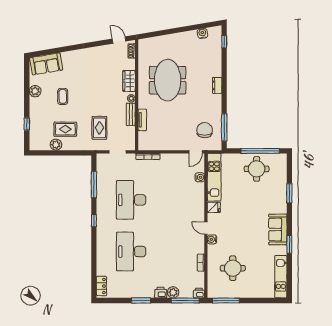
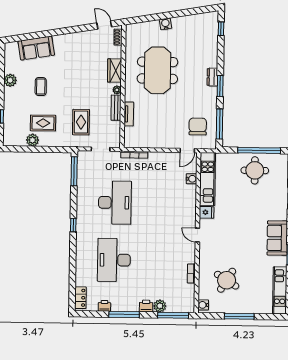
water cooler: (202, 33) -> (166, 24), moved
sofa: (46, 64) -> (36, 48), moved
window: (224, 93) -> (220, 86), added
window: (94, 185) -> (74, 171), moved
desk: (131, 200) -> (115, 203), turned 180
water cooler: (212, 239) -> (203, 305), moved
round table: (233, 268) -> (227, 280), turned 32
printer: (199, 293) -> (104, 306), moved
window: (141, 300) -> (124, 314), width x1.44
window: (226, 300) -> (239, 316), moved

